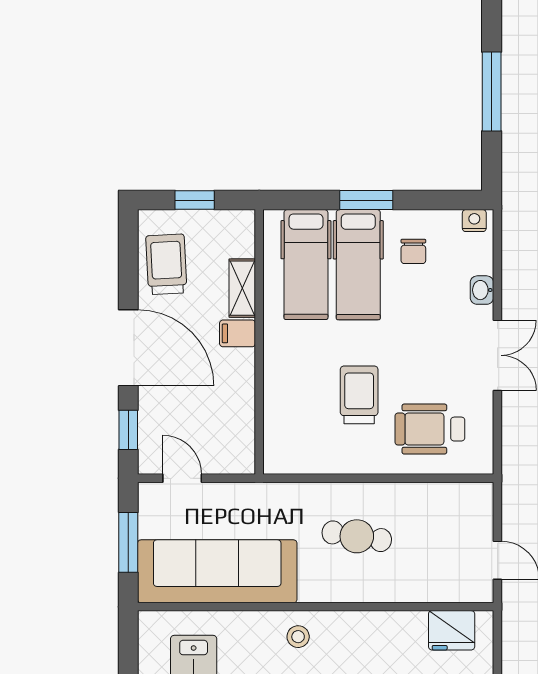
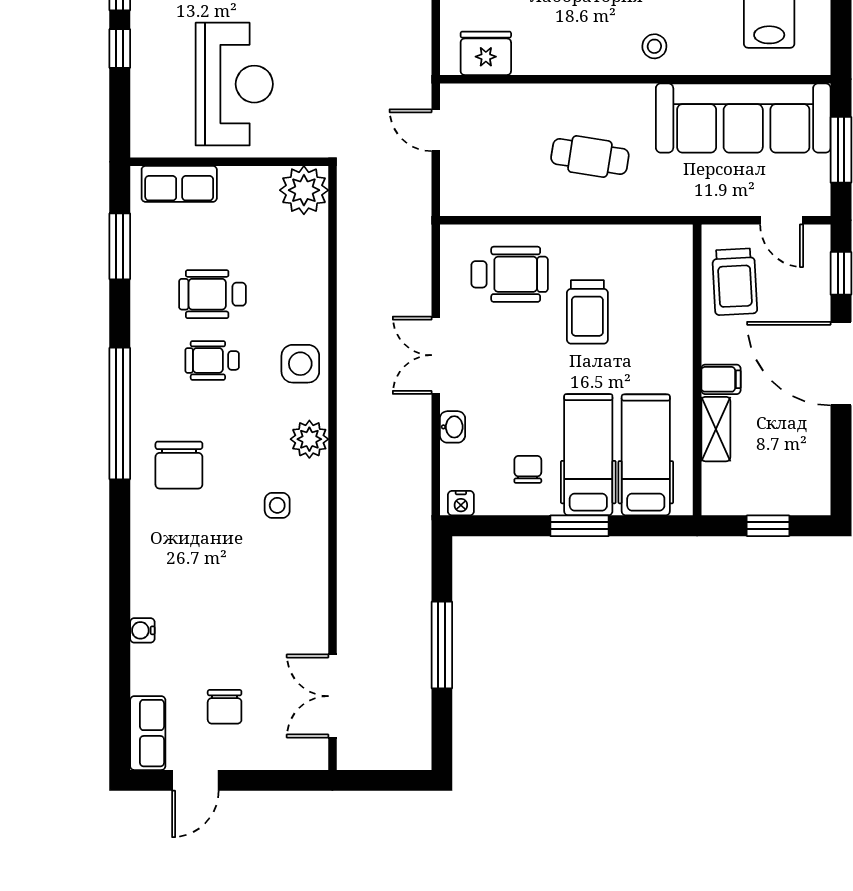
trolley: (166, 264) -> (735, 282), moved

